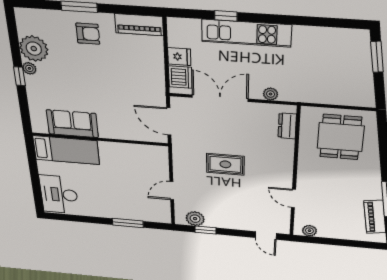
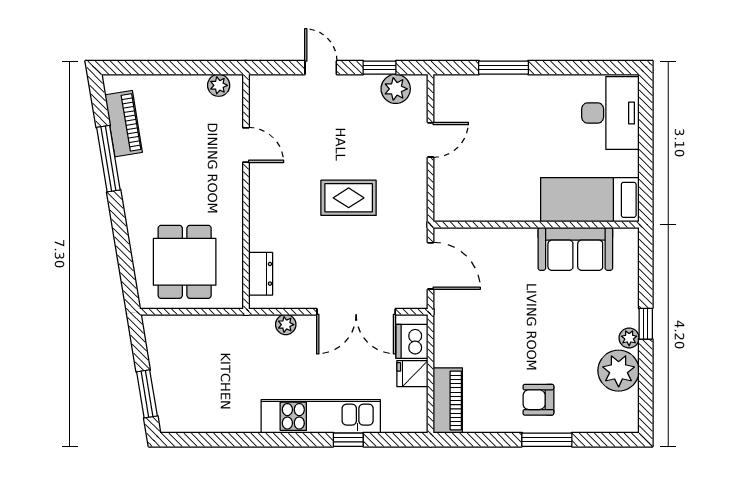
piano: (139, 25) -> (448, 400), moved, turned 90
door: (266, 236) -> (321, 68), moved

